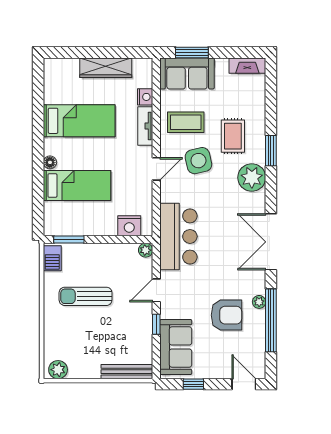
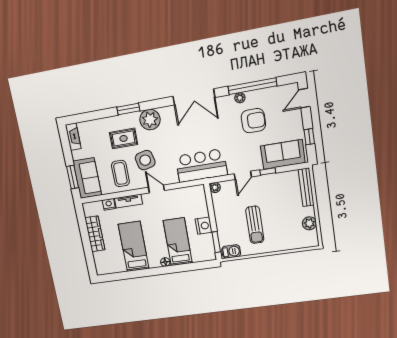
nightstand: (129, 226) -> (204, 226), moved
door: (156, 290) -> (243, 175), hinge flipped
armchair: (226, 315) -> (253, 121), turned 90
plant: (58, 370) -> (309, 223), moved

